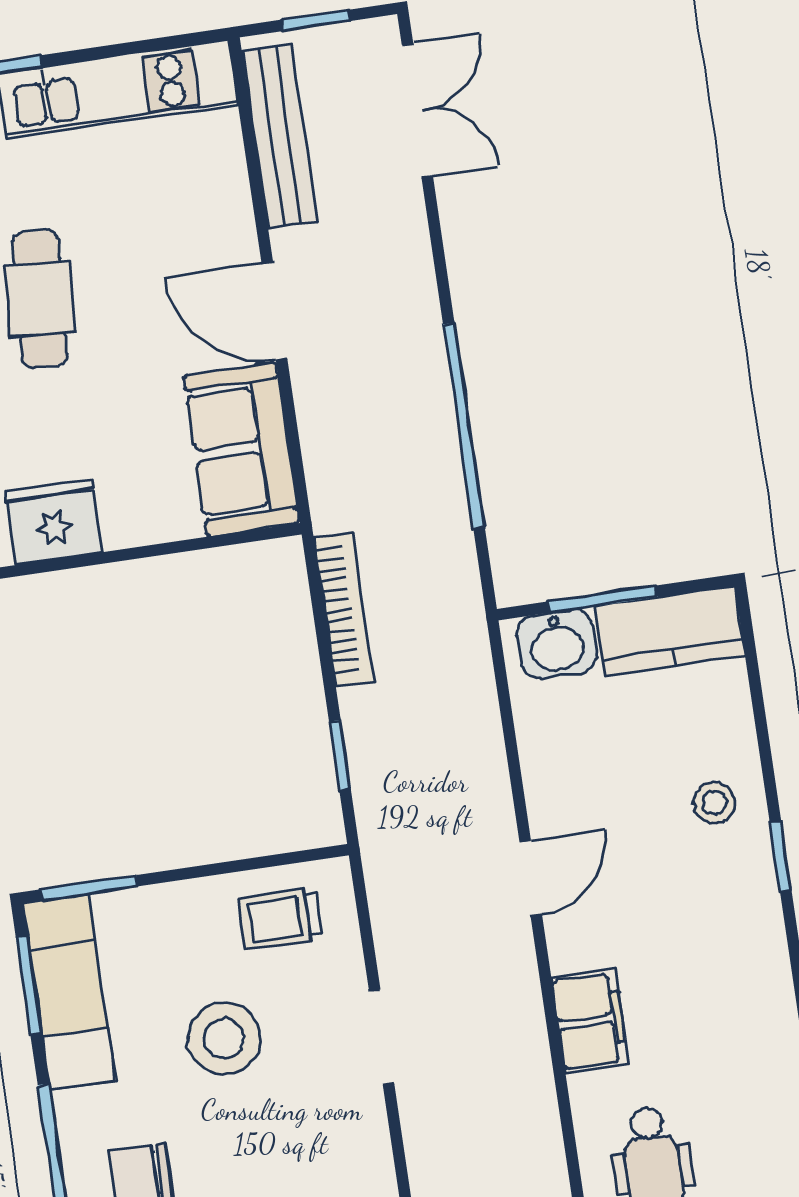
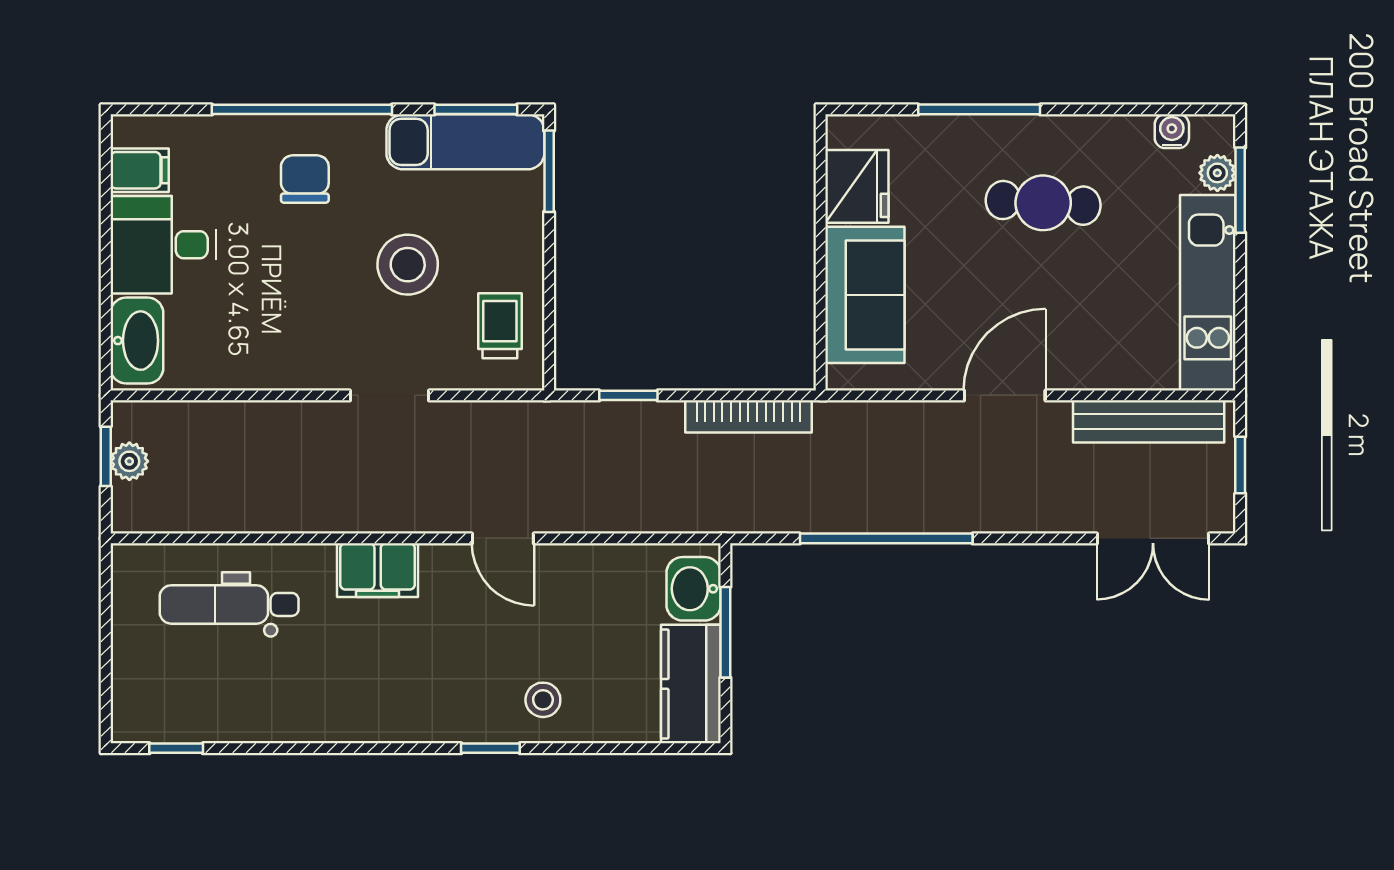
sofa: (241, 449) -> (865, 295), moved, turned 90

